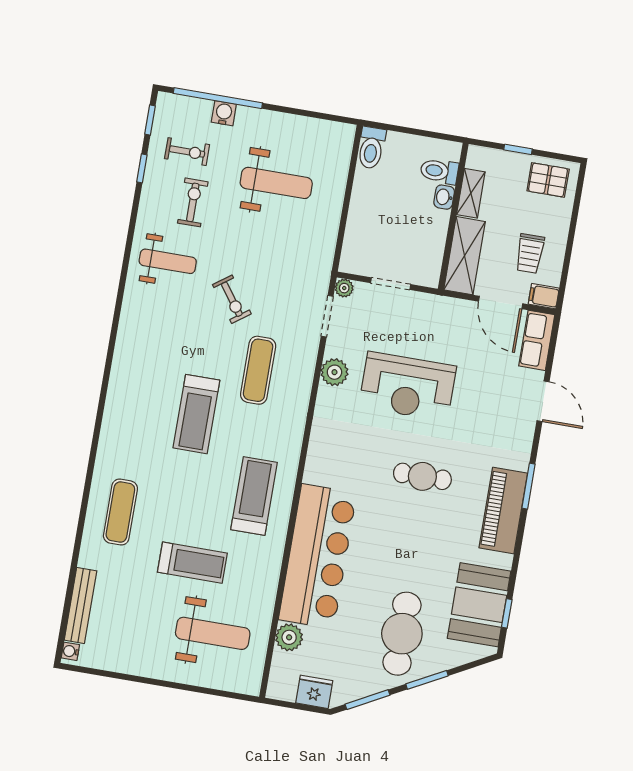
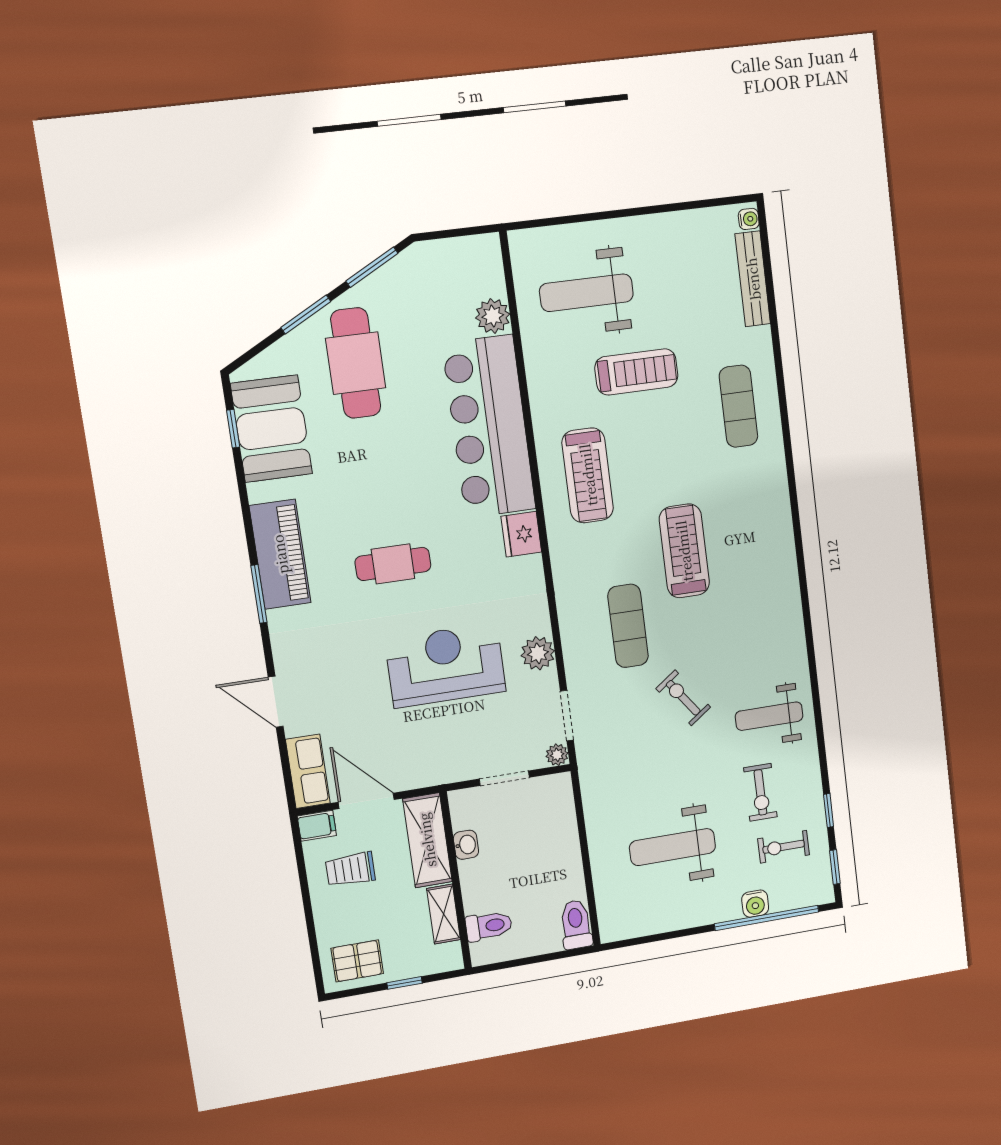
washbasin: (444, 197) -> (466, 845), moved
trolley: (530, 254) -> (350, 869), turned -90
treadmill: (192, 563) -> (636, 372), turned 180
fridge: (314, 692) -> (521, 534), moved, turned 90

